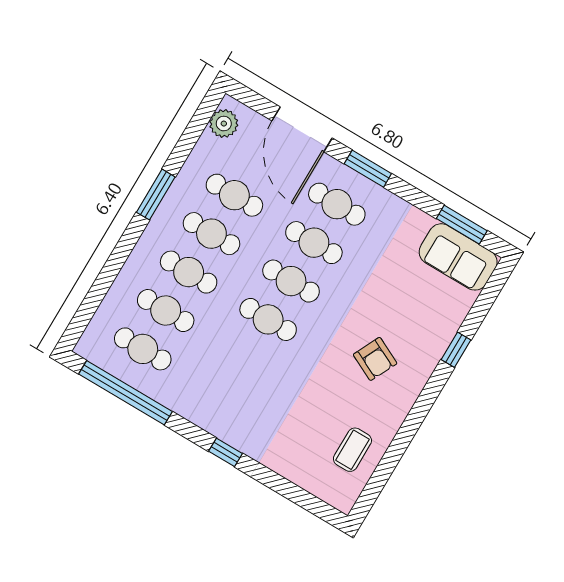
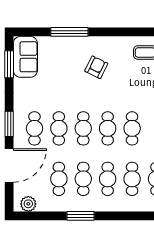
window: (456, 350) -> (69, 32), width x2.17
cafe table: (245, 358) -> (132, 128), added

